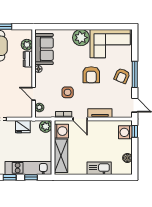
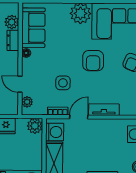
door: (80, 119) -> (79, 117), swing flipped

